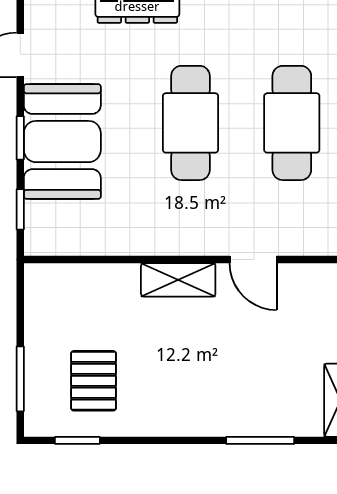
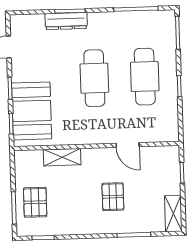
booth: (62, 142) -> (32, 111), moved
shelving: (178, 280) -> (62, 157), moved
pallet: (220, 362) -> (113, 197), added
pallet: (94, 381) -> (35, 202), moved

